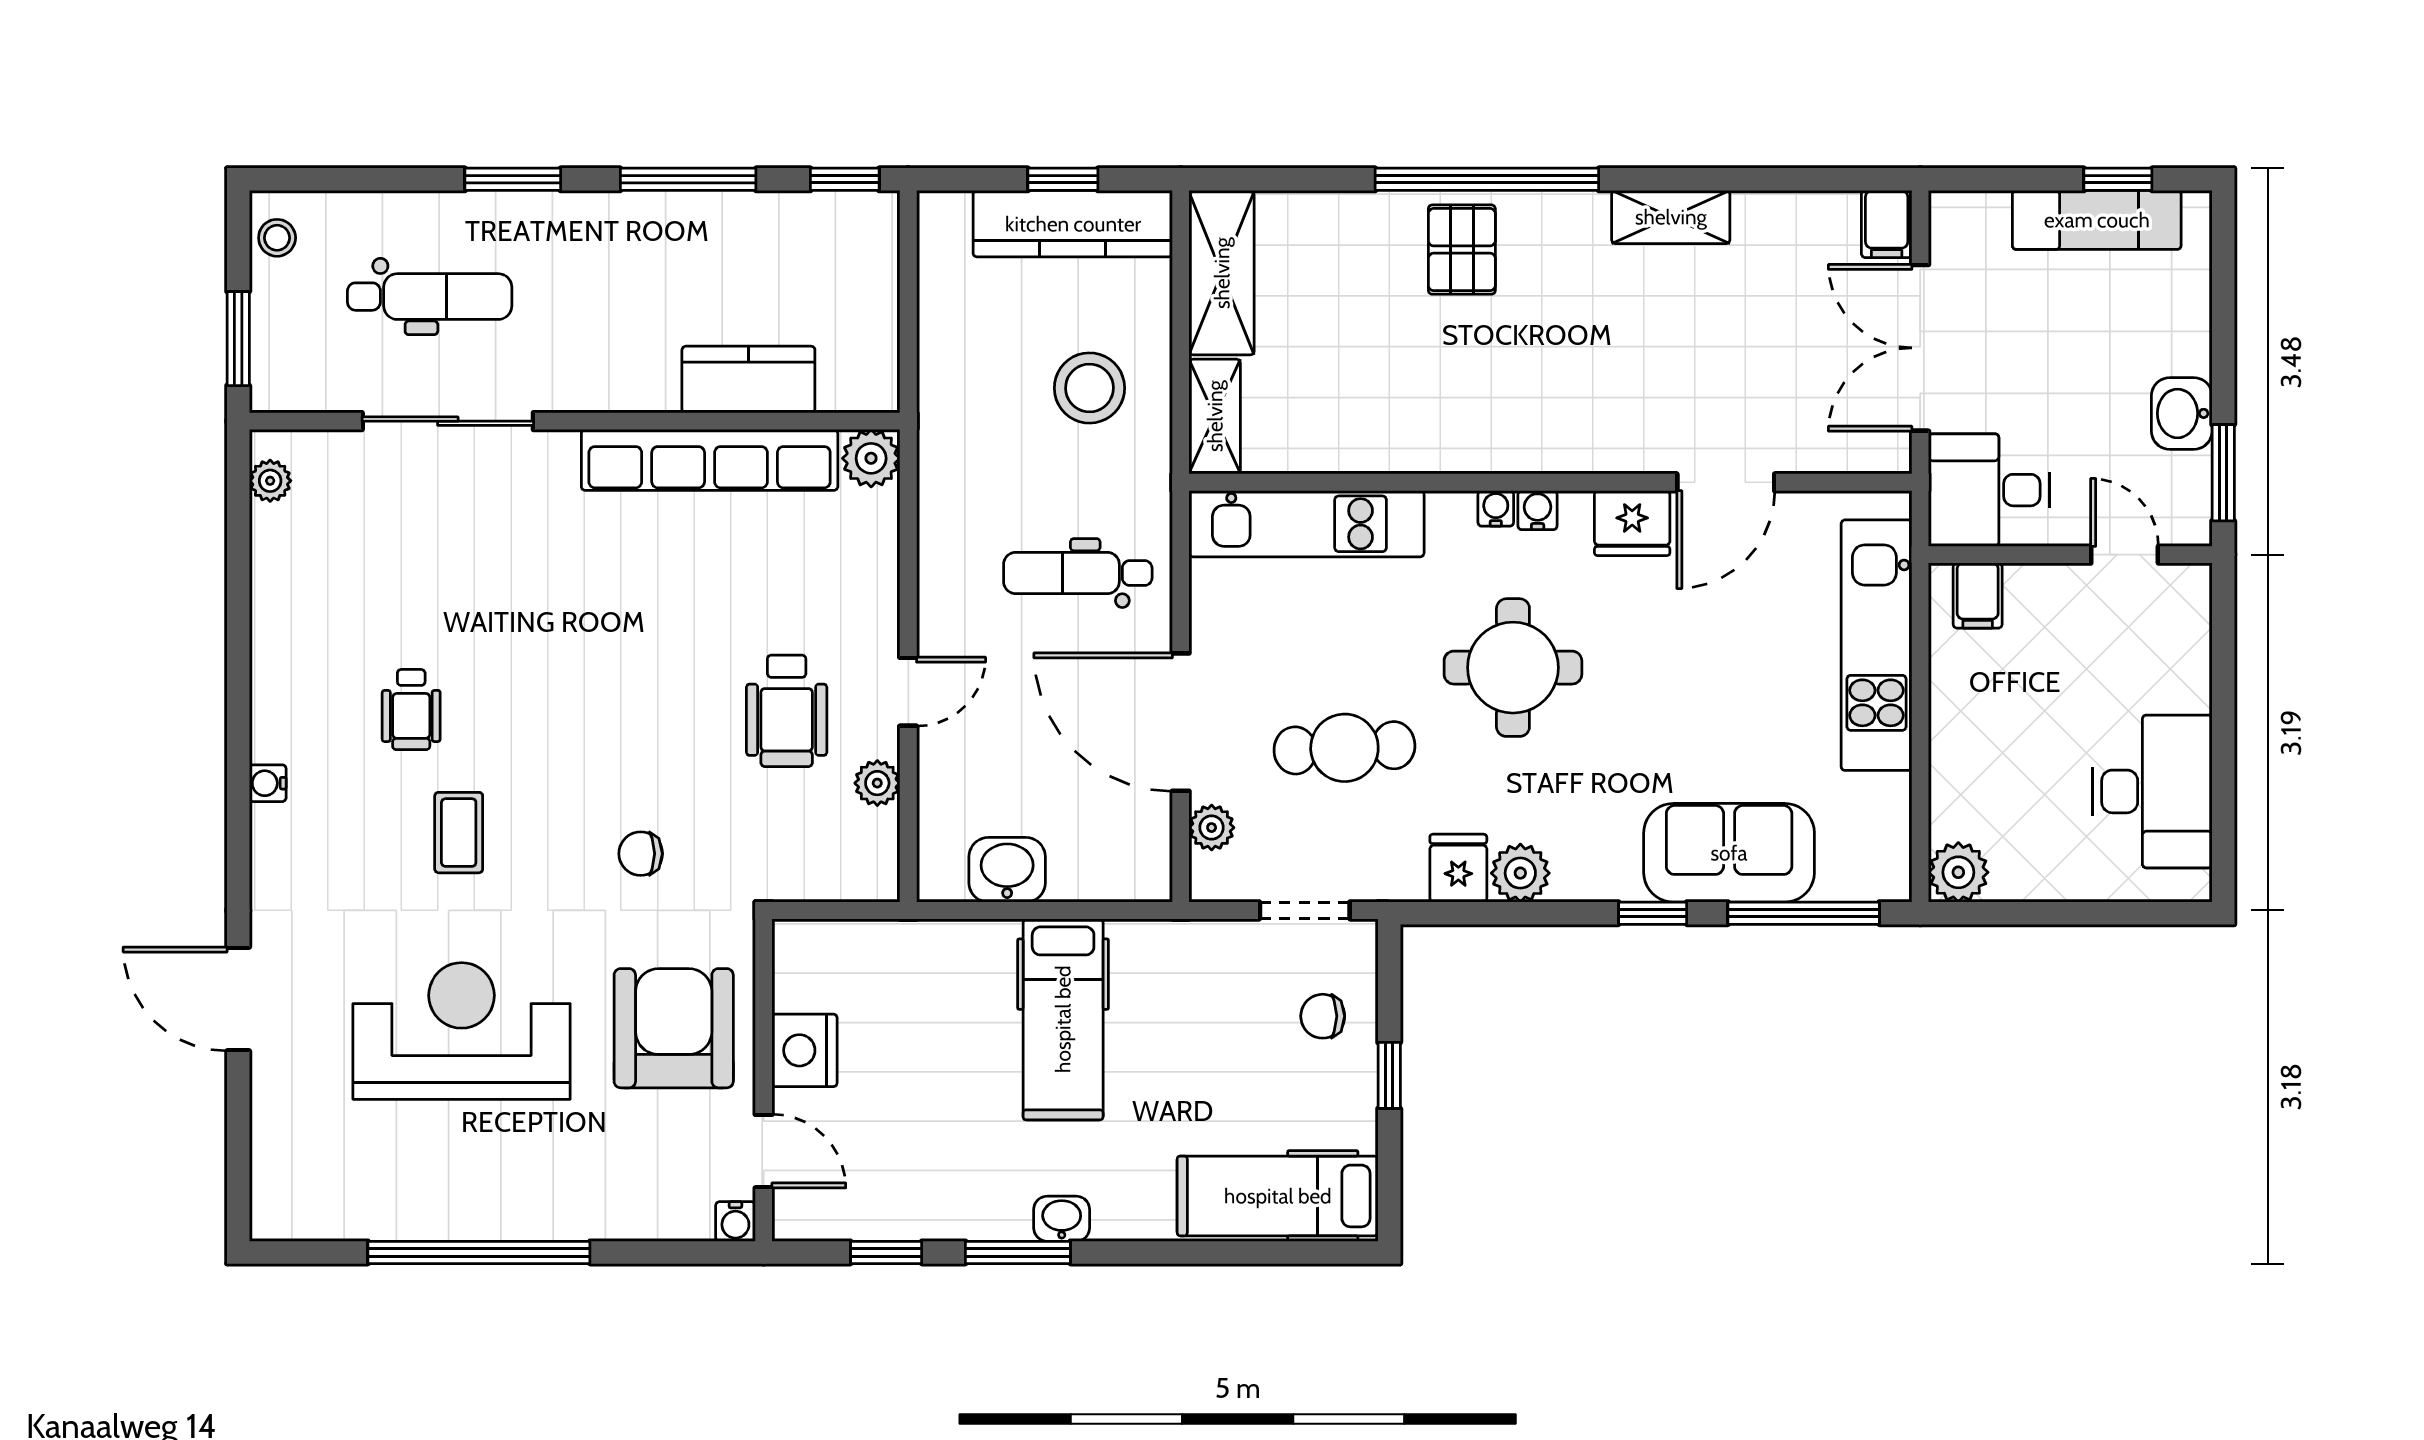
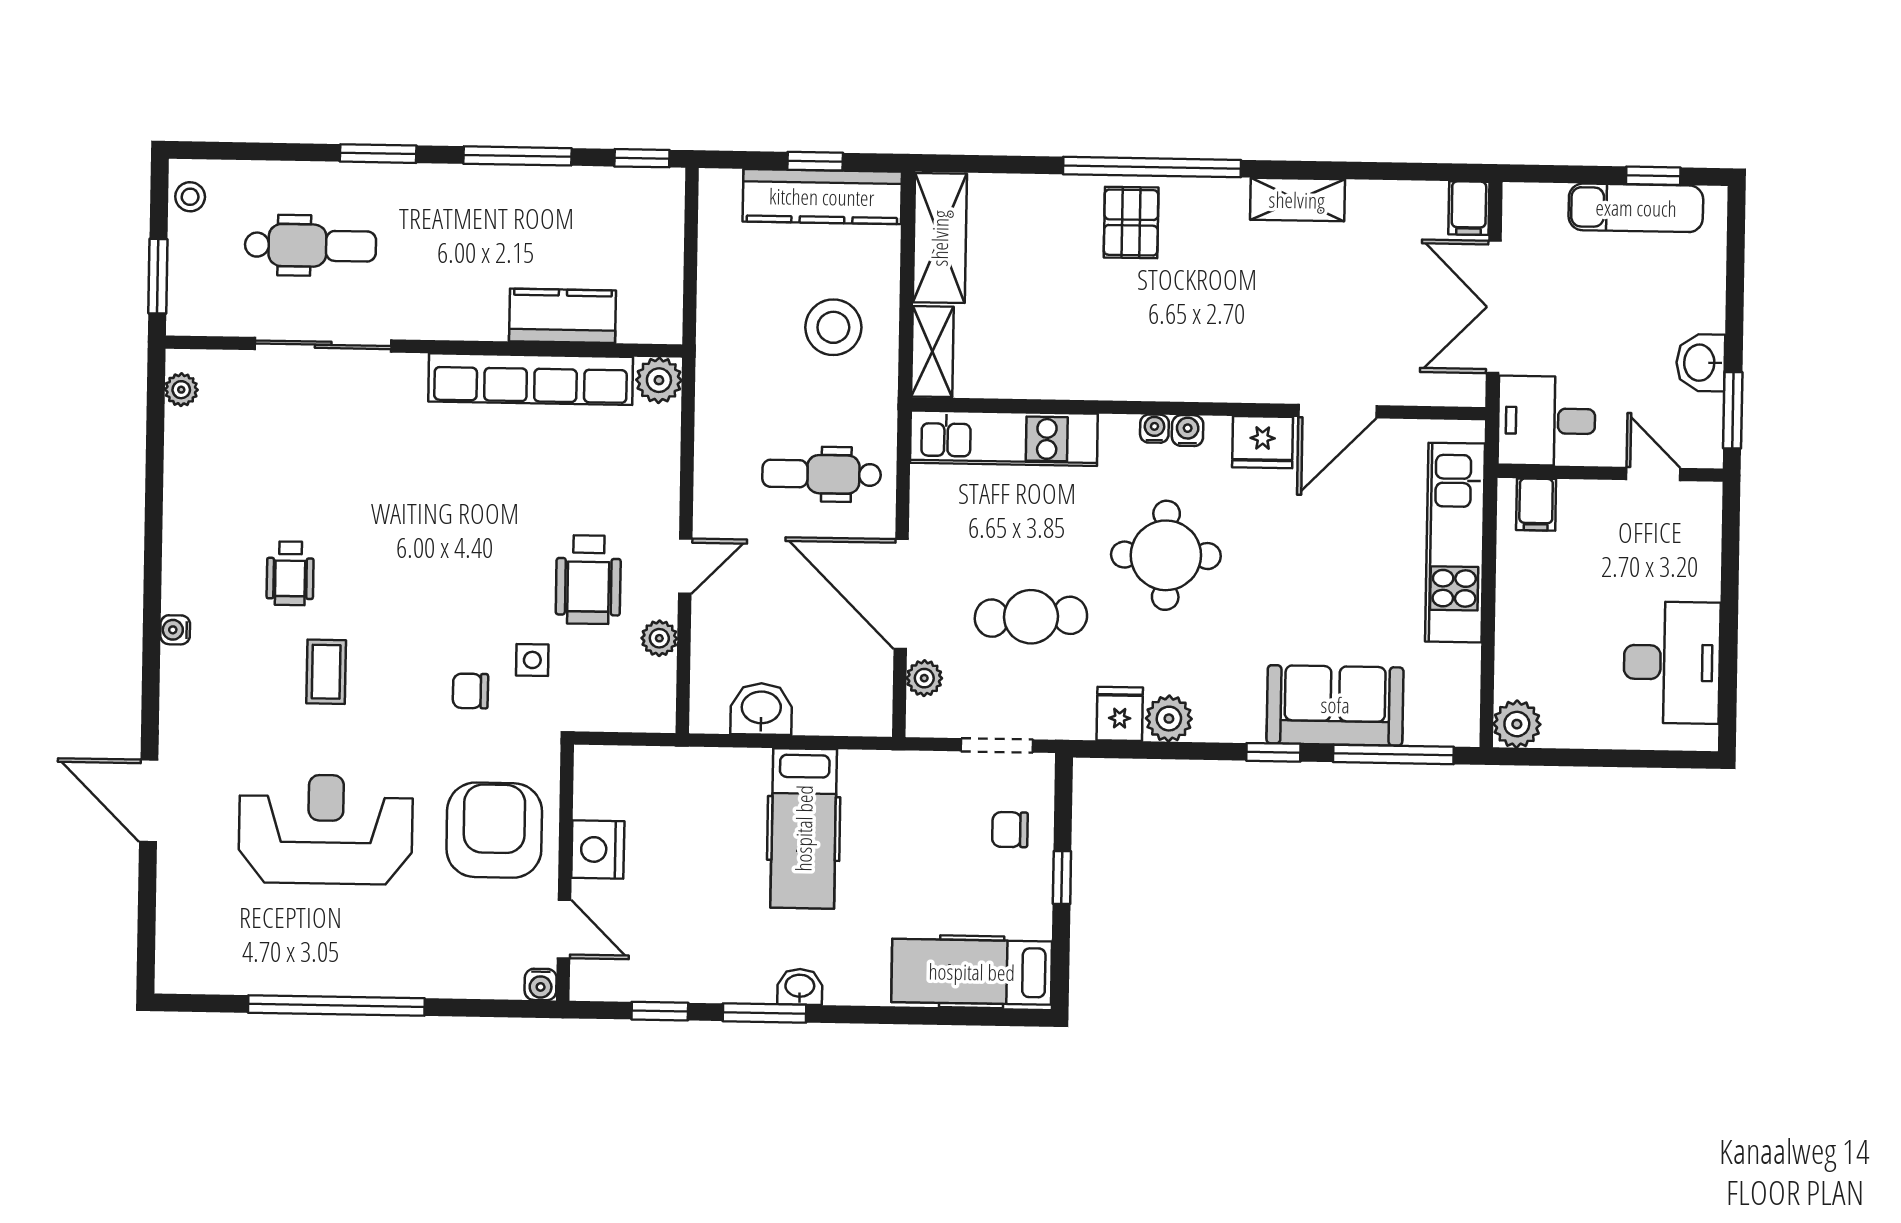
side table: (718, 813) -> (532, 660), added

